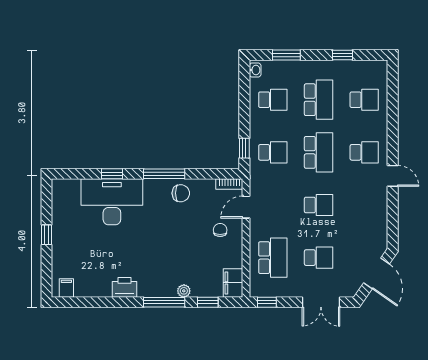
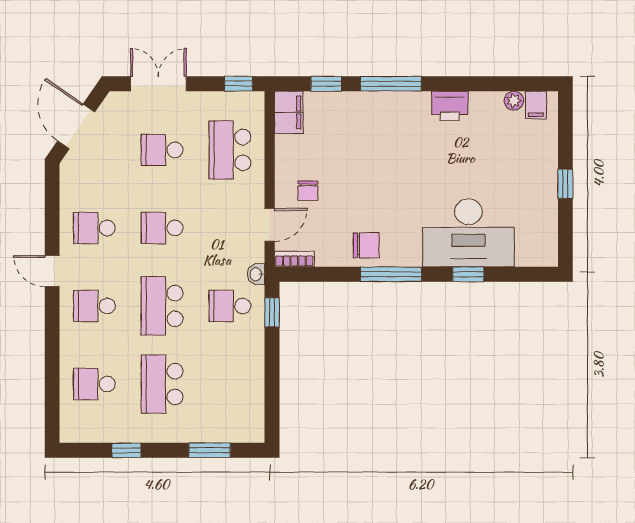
washbasin: (255, 70) -> (256, 274), moved
school desk: (273, 100) -> (94, 228), moved
chair: (181, 193) -> (366, 245), turned 180
plant: (184, 291) -> (514, 101), moved

